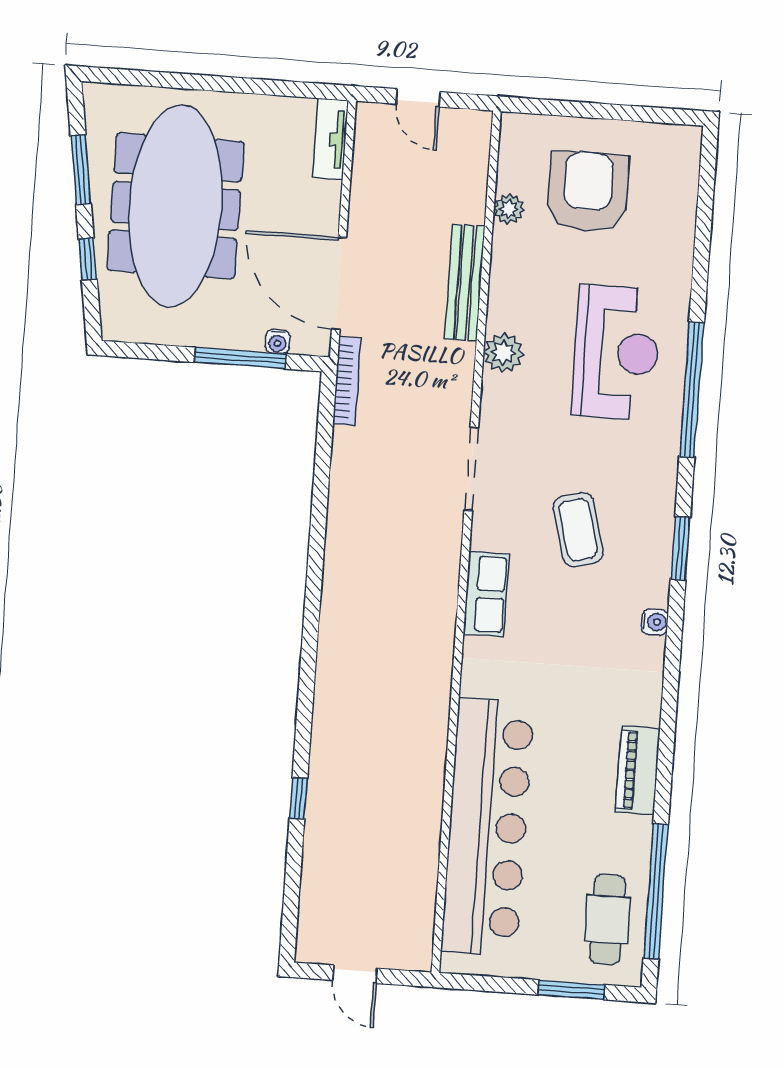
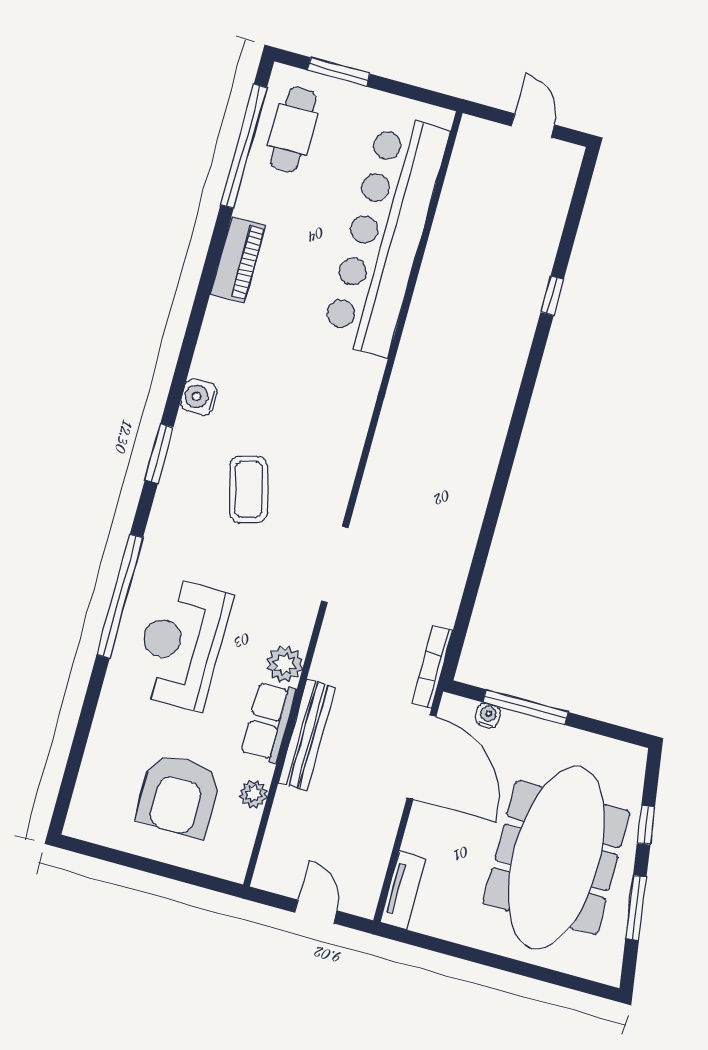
row of seats: (486, 594) -> (269, 722), moved
water cooler: (655, 622) -> (199, 397), width x1.38, depth x1.38

